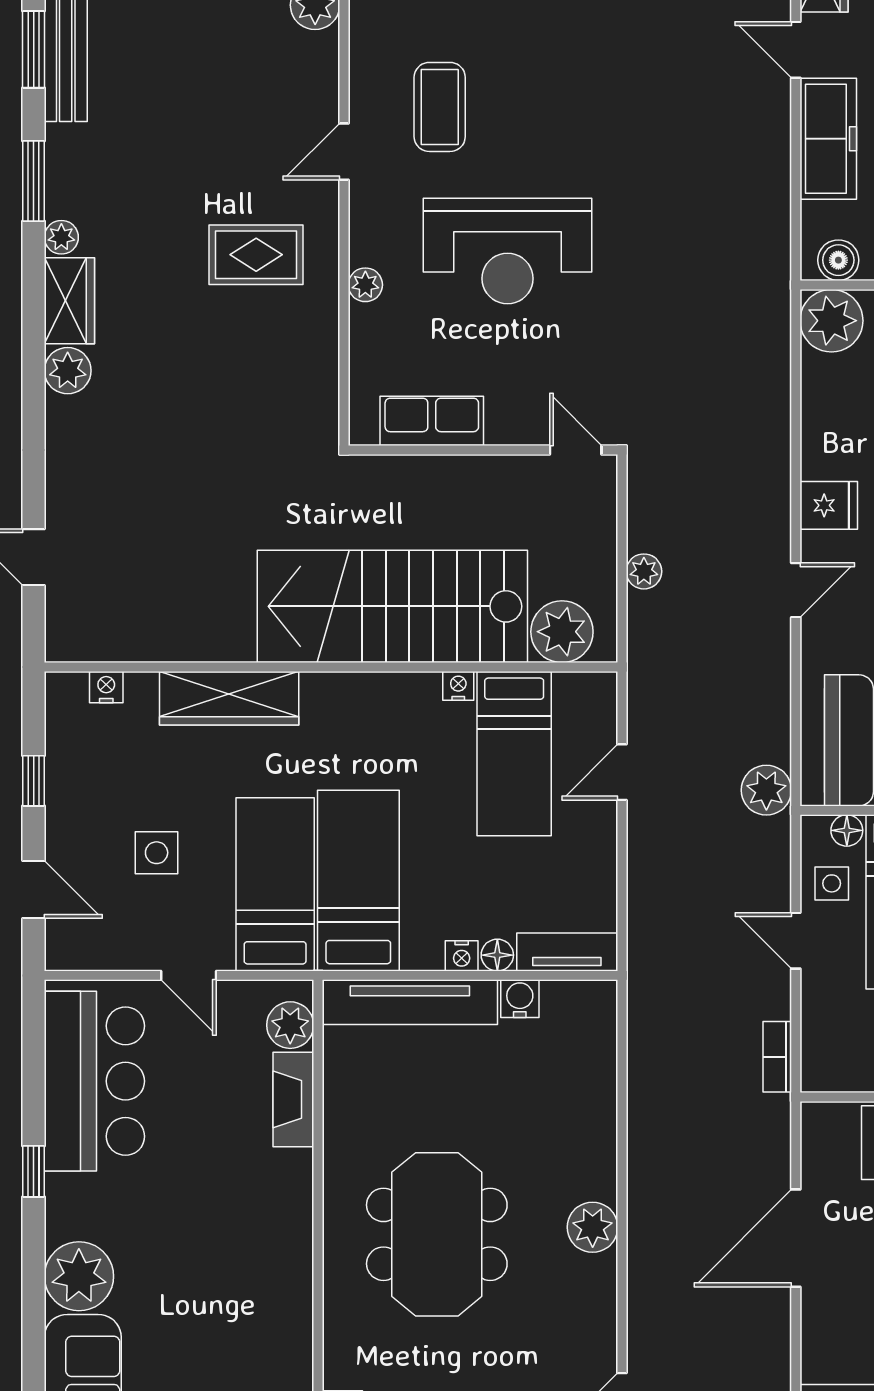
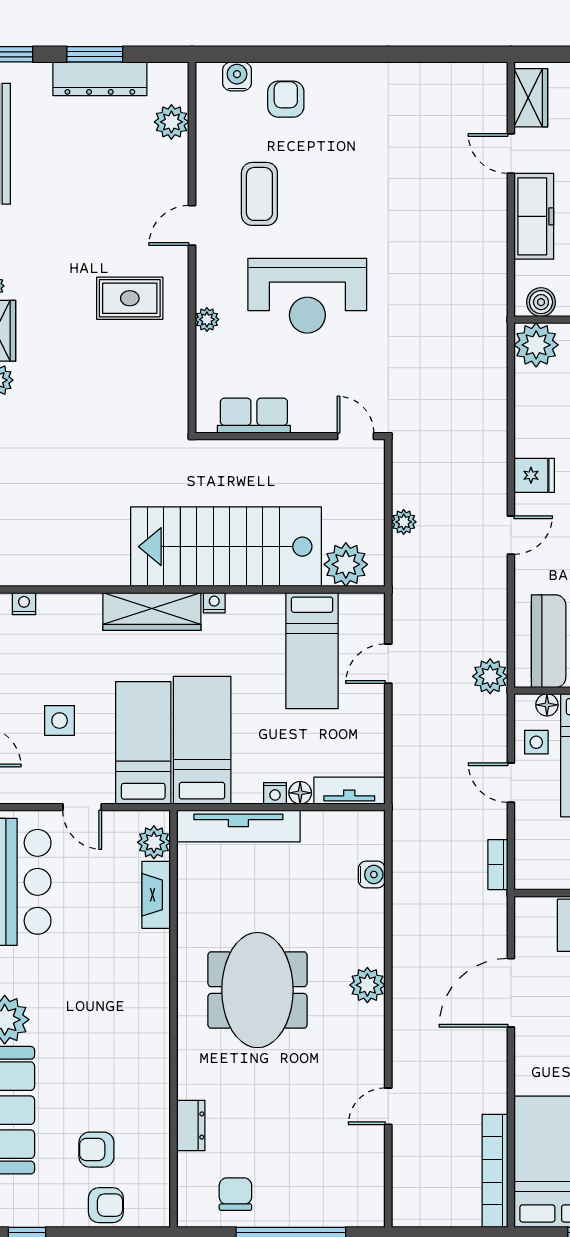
nightstand: (458, 686) -> (214, 603), moved
wardrobe: (229, 698) -> (152, 611), moved
water cooler: (520, 999) -> (372, 875), moved, turned 90

